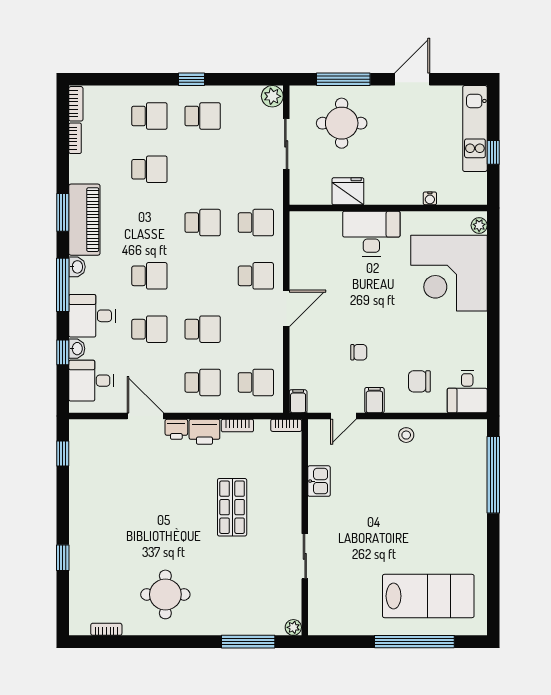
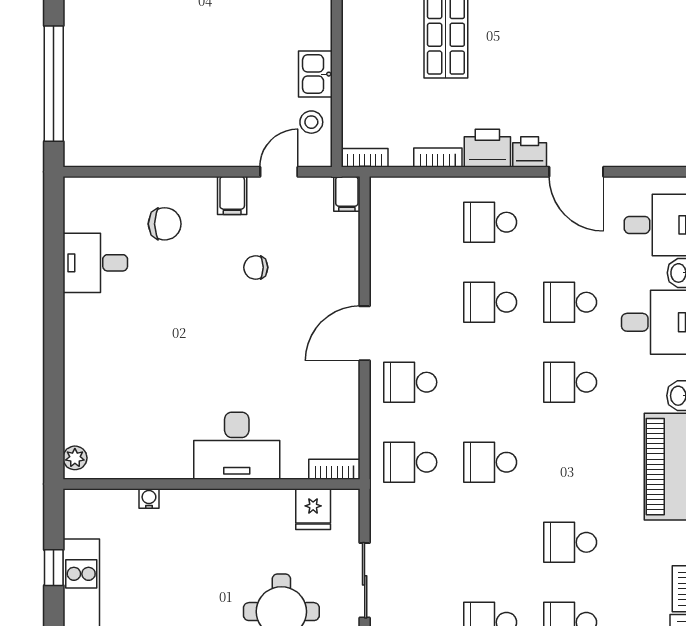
fridge: (348, 191) -> (313, 509), moved, width x0.72
bookcase: (306, 218) -> (334, 469), added
corner desk: (449, 273) -> (120, 386), removed
school desk: (256, 382) -> (410, 222), removed
desk: (467, 392) -> (95, 263), moved, turned -90
stool: (406, 435) -> (311, 122), moved

